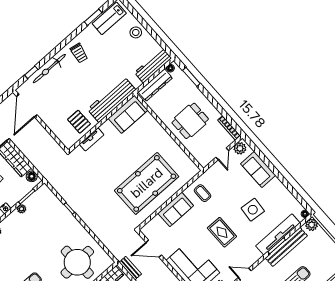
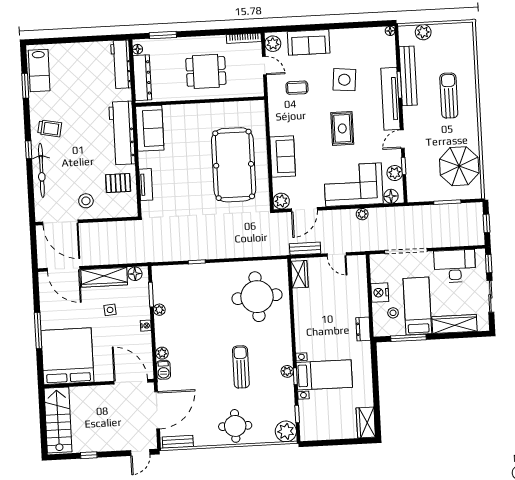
stool: (136, 32) -> (86, 201), moved
window: (31, 72) -> (29, 150), moved
dining table: (190, 121) -> (206, 71), turned 90
coffee table: (203, 193) -> (297, 88), moved
plant: (312, 225) -> (423, 32), moved
plant: (148, 230) -> (281, 201), added
rug: (222, 232) -> (342, 128), turned 90
tv unit: (278, 234) -> (390, 99), moved

